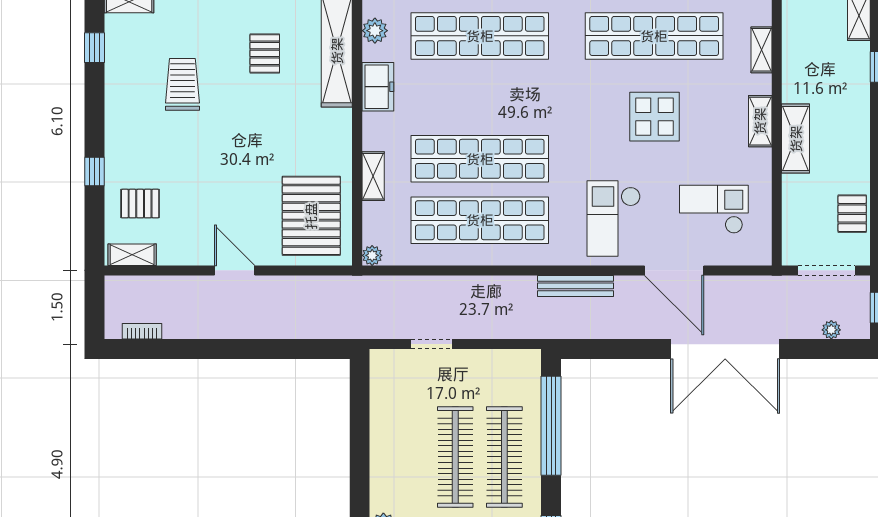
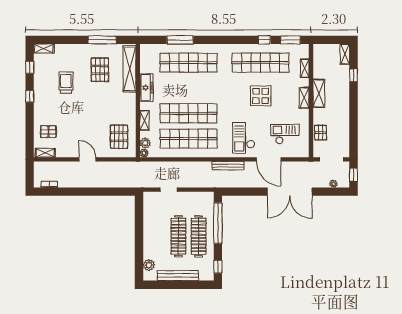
plant: (375, 31) -> (145, 143), moved
pallet: (265, 53) -> (100, 70), width x1.50, depth x1.42
freezer: (378, 87) -> (147, 88), width x1.40
shelving: (796, 139) -> (319, 93), moved
window: (95, 171) -> (30, 96), moved
pallet: (852, 214) -> (321, 133), moved
pallet: (311, 216) -> (119, 137), width x0.73, depth x0.71

